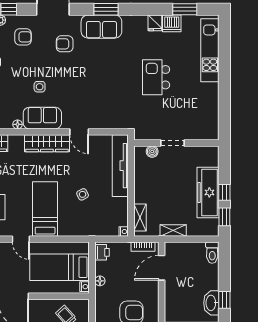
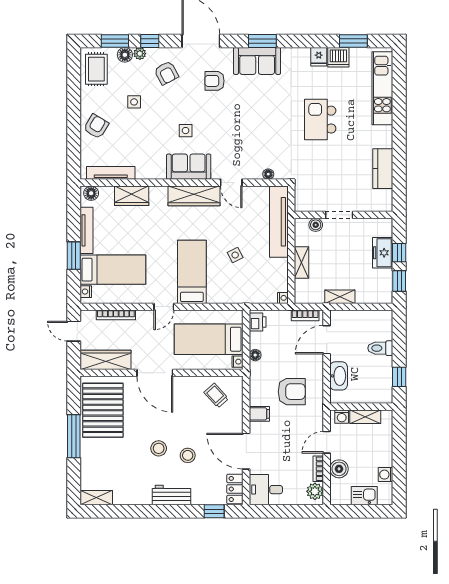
armchair: (23, 37) -> (166, 73), turned 62
kitchen counter: (210, 120) -> (383, 169), added
floor lamp: (18, 124) -> (268, 174), moved
doorway: (172, 143) -> (339, 215), moved
wall: (176, 143) -> (344, 215), moved
boiler: (152, 152) -> (316, 225), moved
freezer: (208, 192) -> (383, 253), width x0.52, depth x0.79
shelving: (140, 217) -> (302, 262), moved
door: (21, 239) -> (164, 307), hinge flipped
toilet: (212, 253) -> (380, 348), moved, turned 90
washbasin: (211, 303) -> (339, 376), moved, turned 180

